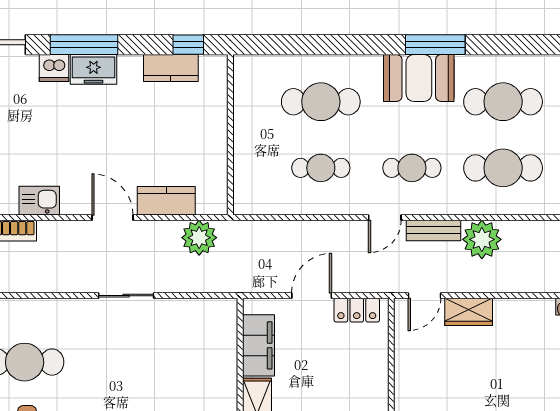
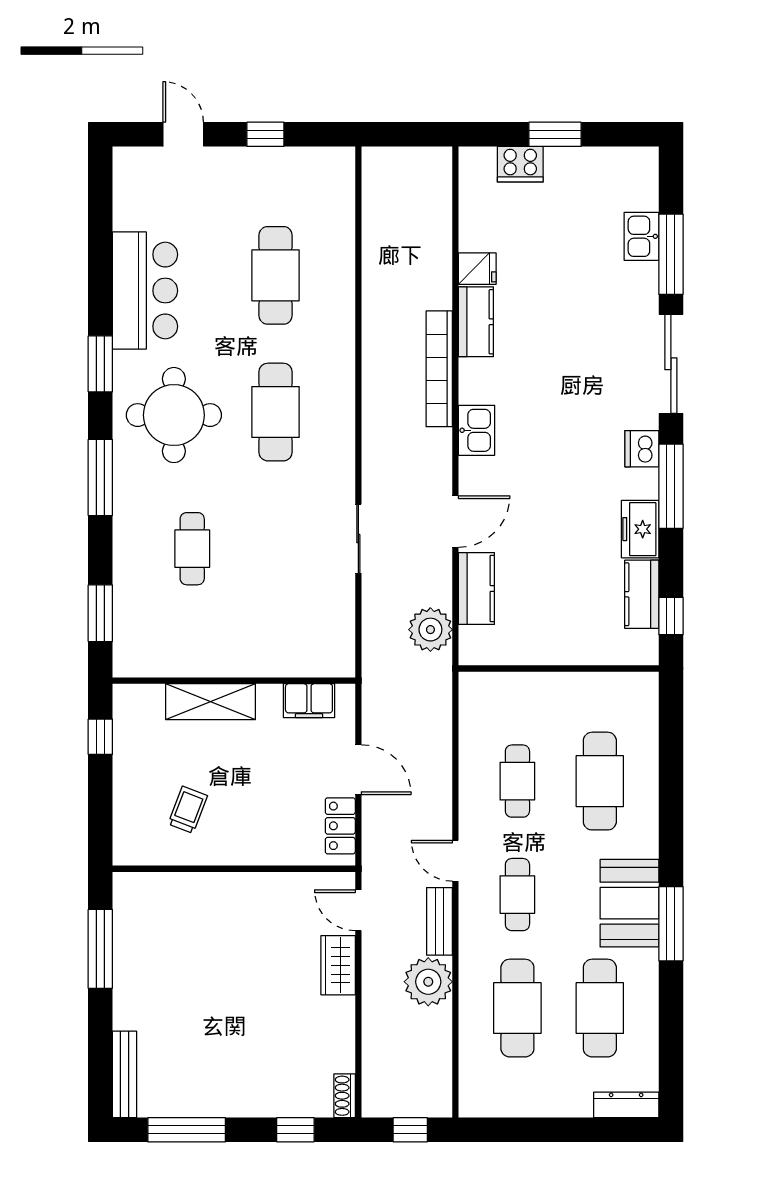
freezer: (94, 69) -> (640, 529), moved
filing cabinet: (259, 345) -> (309, 701), width x0.67, depth x0.86

